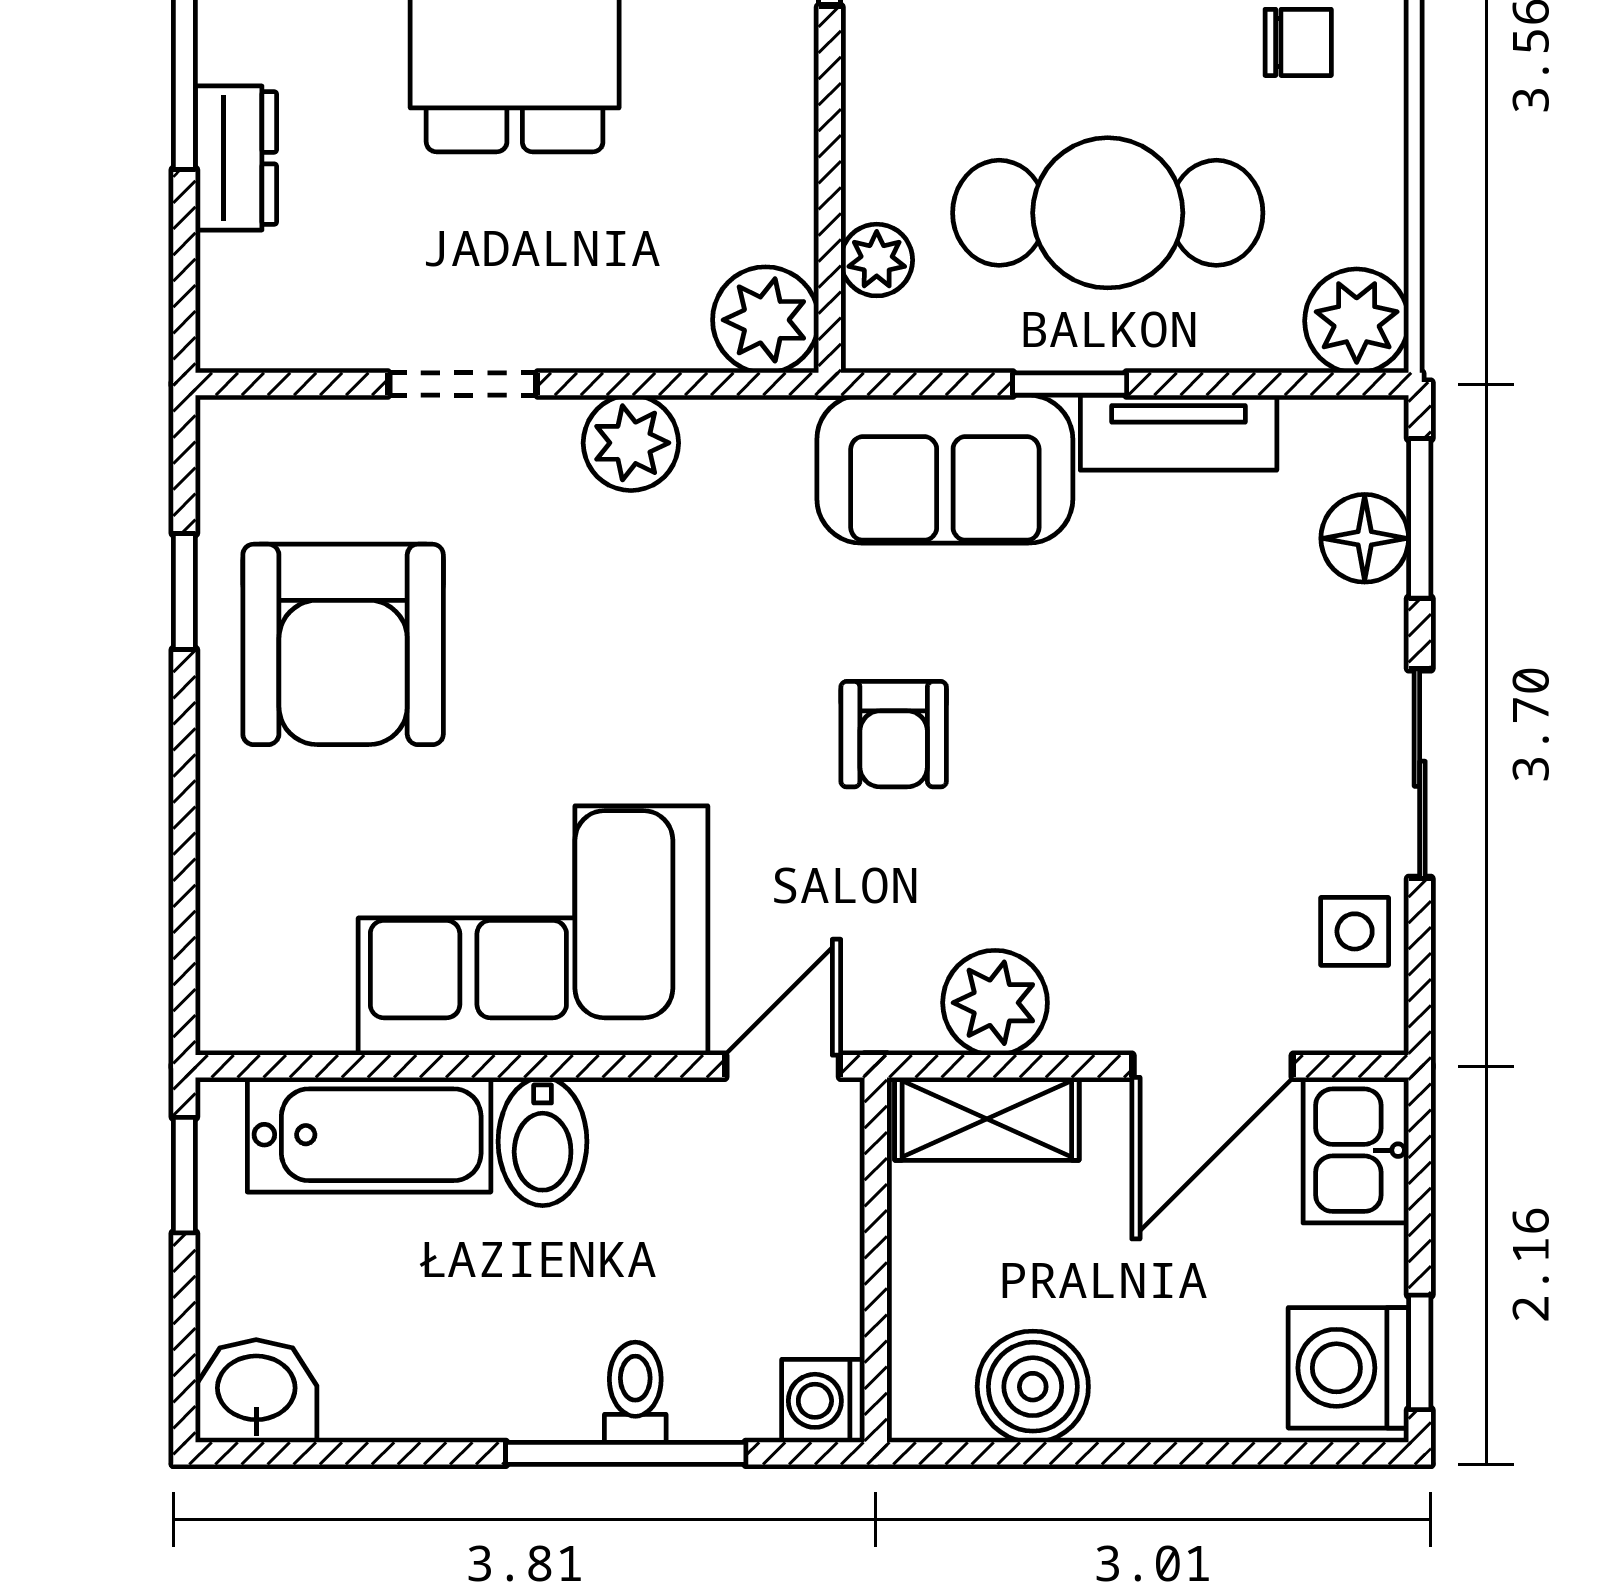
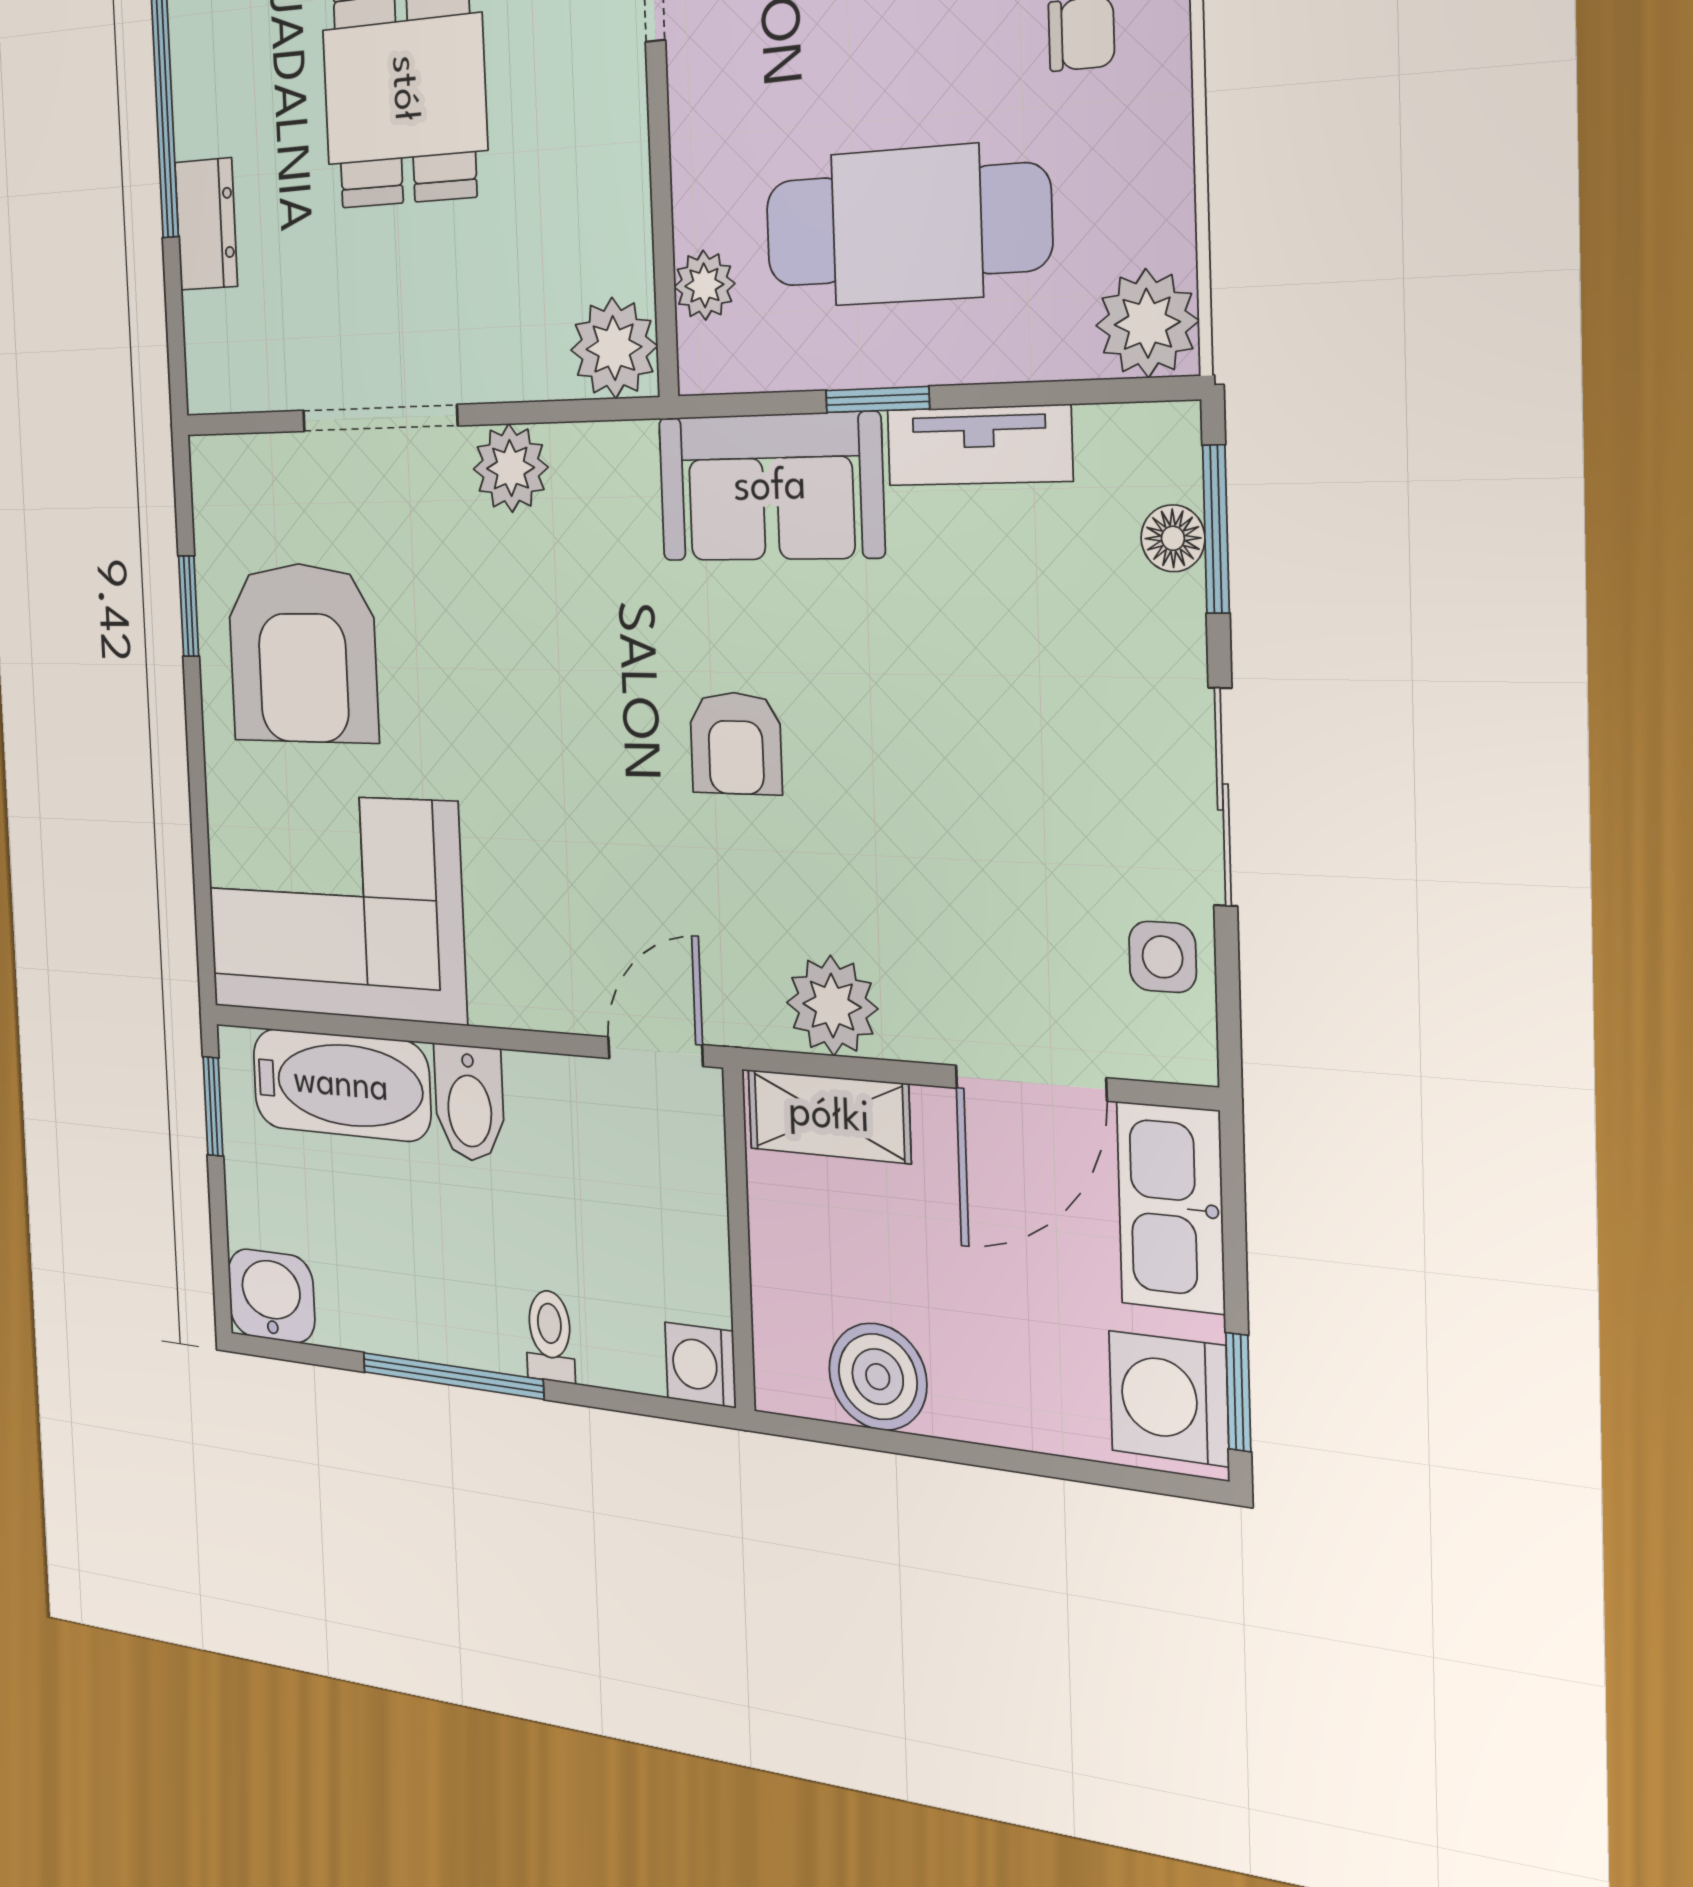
doorway: (463, 384) -> (379, 418), width x1.38
floor lamp: (1365, 538) -> (1173, 538), width x0.73, depth x0.73
corner sofa: (533, 930) -> (334, 906), moved
kitchen sink: (1356, 1150) -> (1171, 1207), width x1.38
window: (626, 1453) -> (452, 1376), moved

